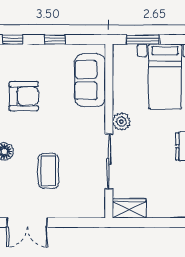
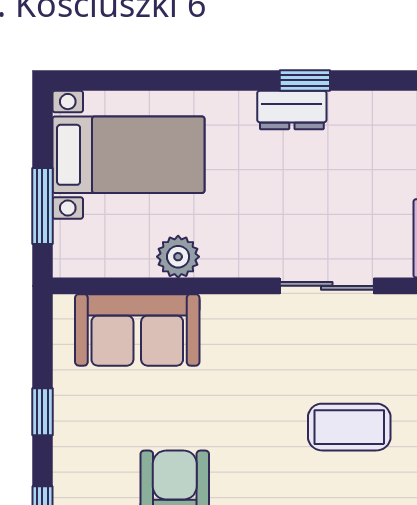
plant: (121, 122) -> (178, 257), moved
sliding door: (109, 161) -> (327, 286), width x0.73

